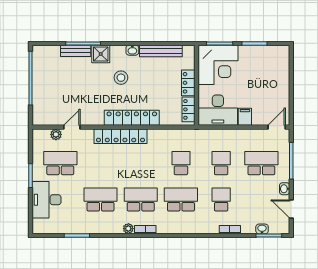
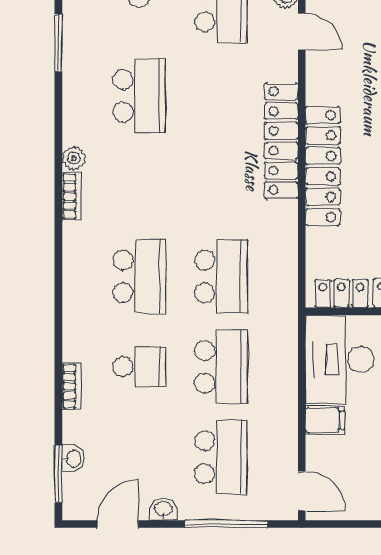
school desk: (181, 163) -> (221, 276), width x1.85
school desk: (221, 163) -> (221, 367), width x1.85
school desk: (141, 199) -> (139, 186), removed

